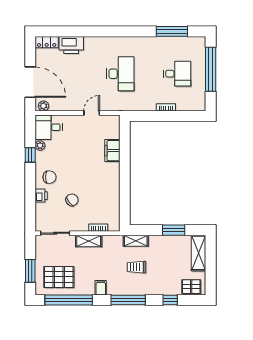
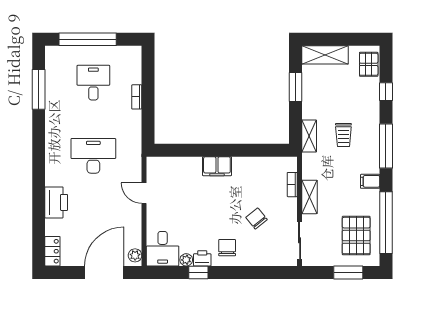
printer: (71, 45) -> (56, 202), moved
filing cabinet: (112, 151) -> (217, 166), moved
printer: (41, 196) -> (202, 258), moved

